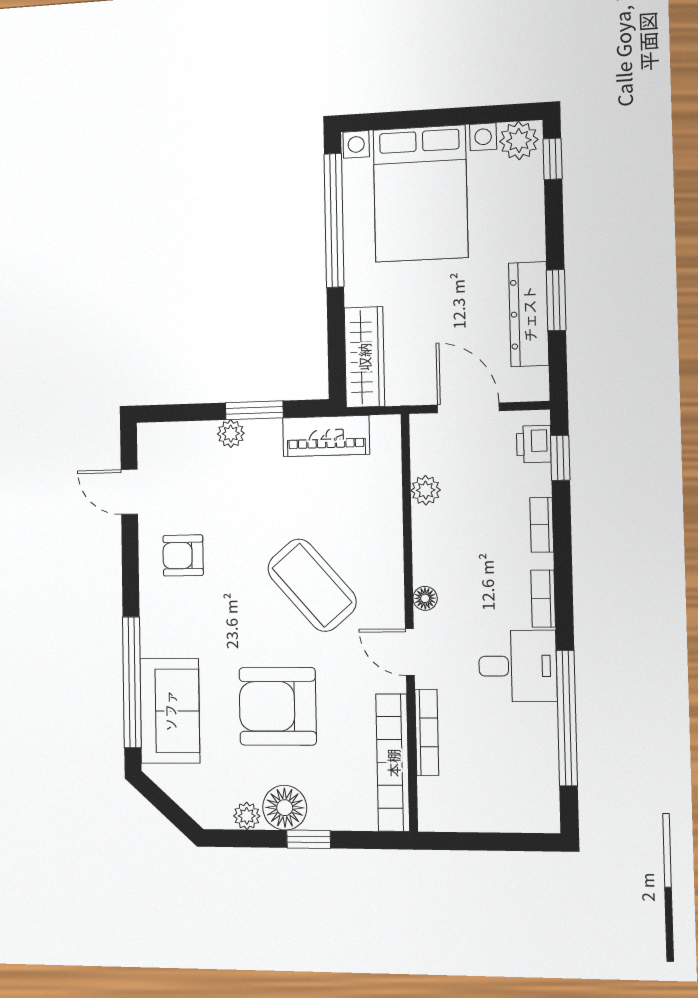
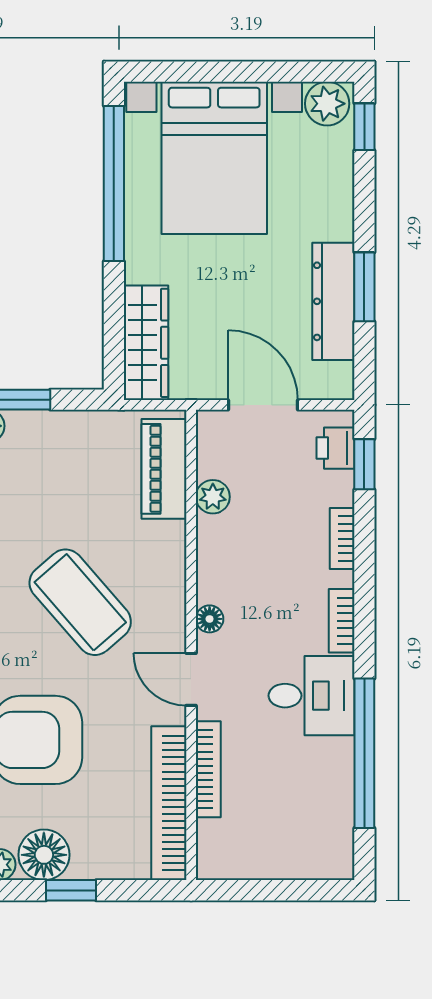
piano: (326, 436) -> (164, 469), moved, turned 90

